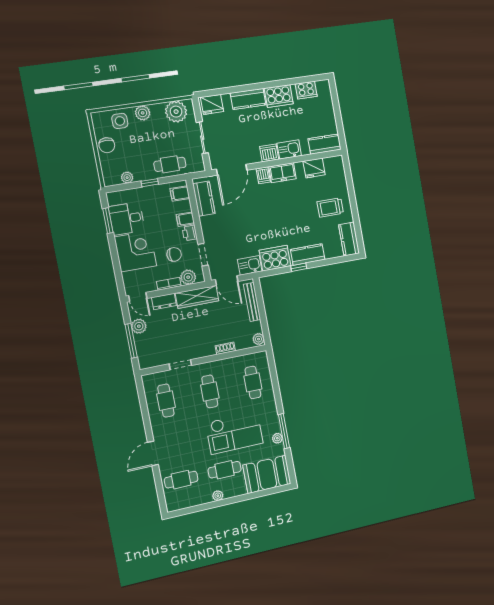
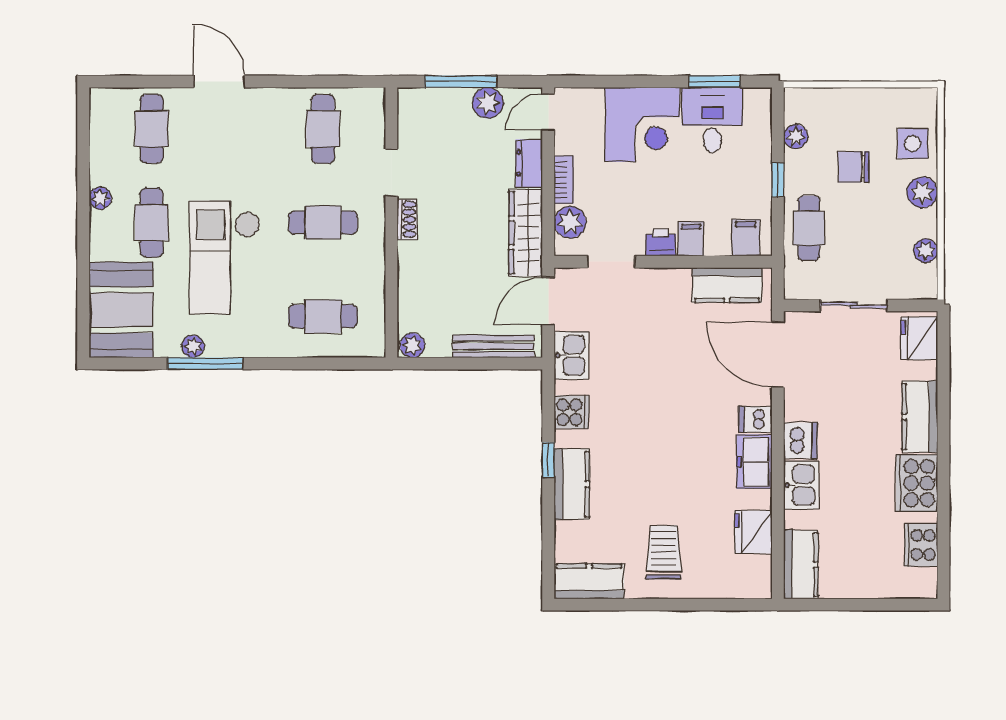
plant: (176, 112) -> (926, 251), width x0.53, depth x0.53
chair: (107, 145) -> (854, 167), moved
chair: (174, 254) -> (622, 202), removed
cooker: (275, 258) -> (571, 412), width x0.53, depth x0.76
shoe rack: (225, 348) -> (407, 219), moved
cafe table: (166, 401) -> (323, 129), turned 90

